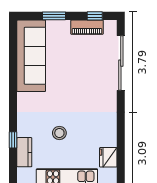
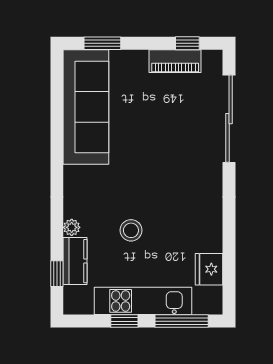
window: (54, 16) -> (102, 43), moved
plant: (22, 131) -> (72, 227), added
window: (13, 140) -> (57, 274), moved

